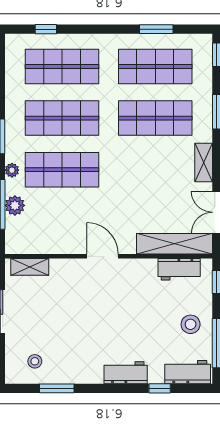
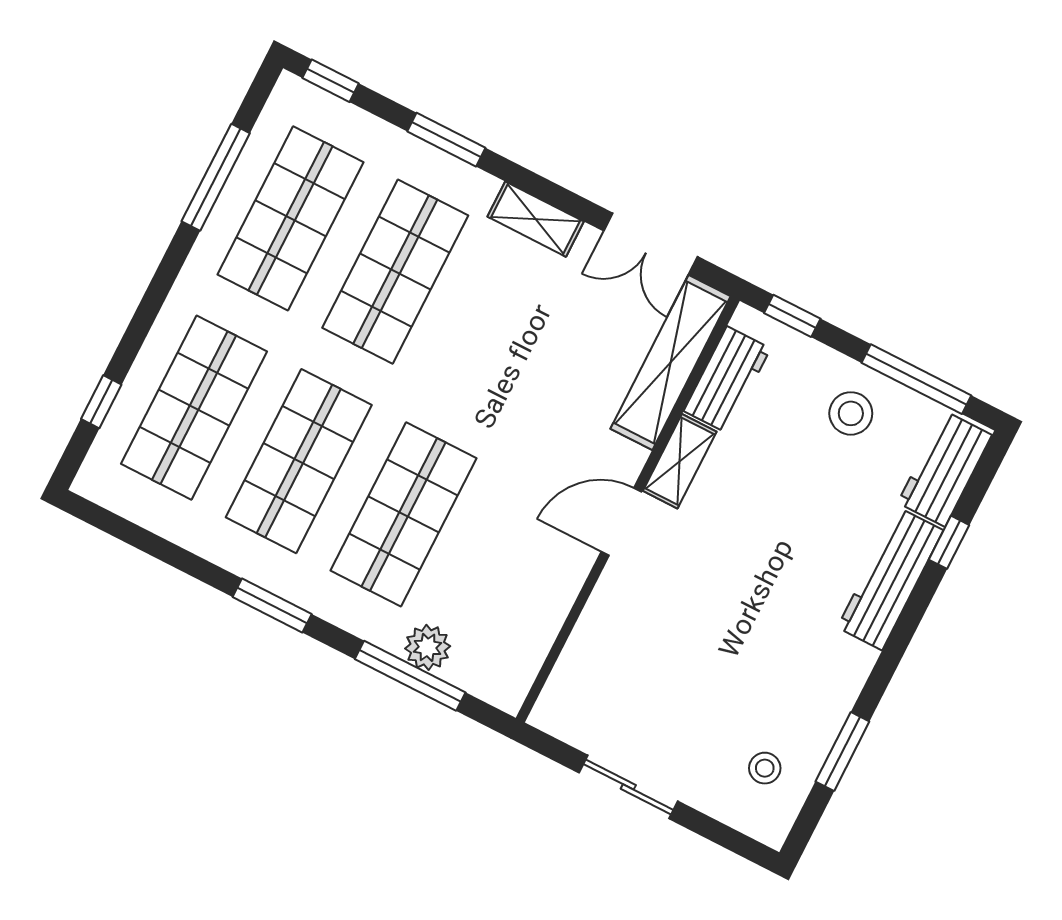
window: (156, 29) -> (216, 177), width x1.44
plant: (12, 170) -> (353, 617), removed
shelving: (30, 267) -> (680, 461), moved
workbench: (126, 373) -> (890, 579), width x1.37

